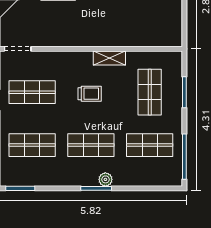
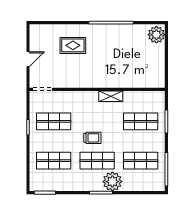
shop shelf: (150, 92) -> (141, 121), turned 90
trolley: (90, 94) -> (92, 138), moved
plant: (105, 179) -> (112, 182), width x1.88, depth x1.88

